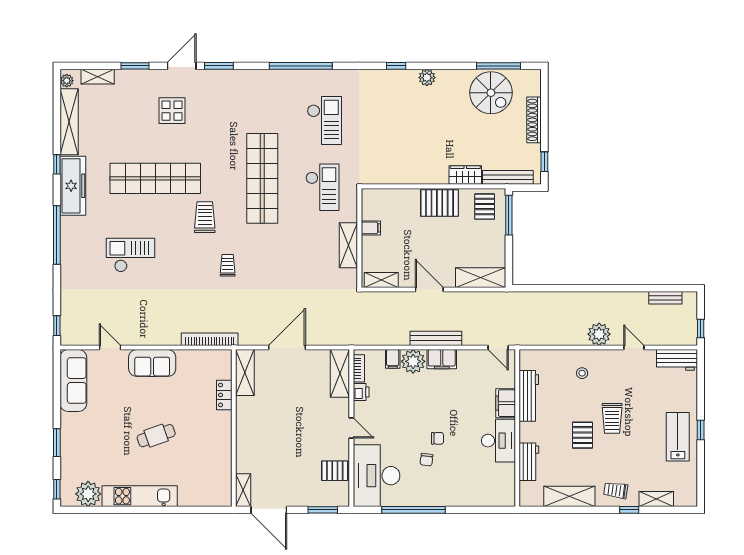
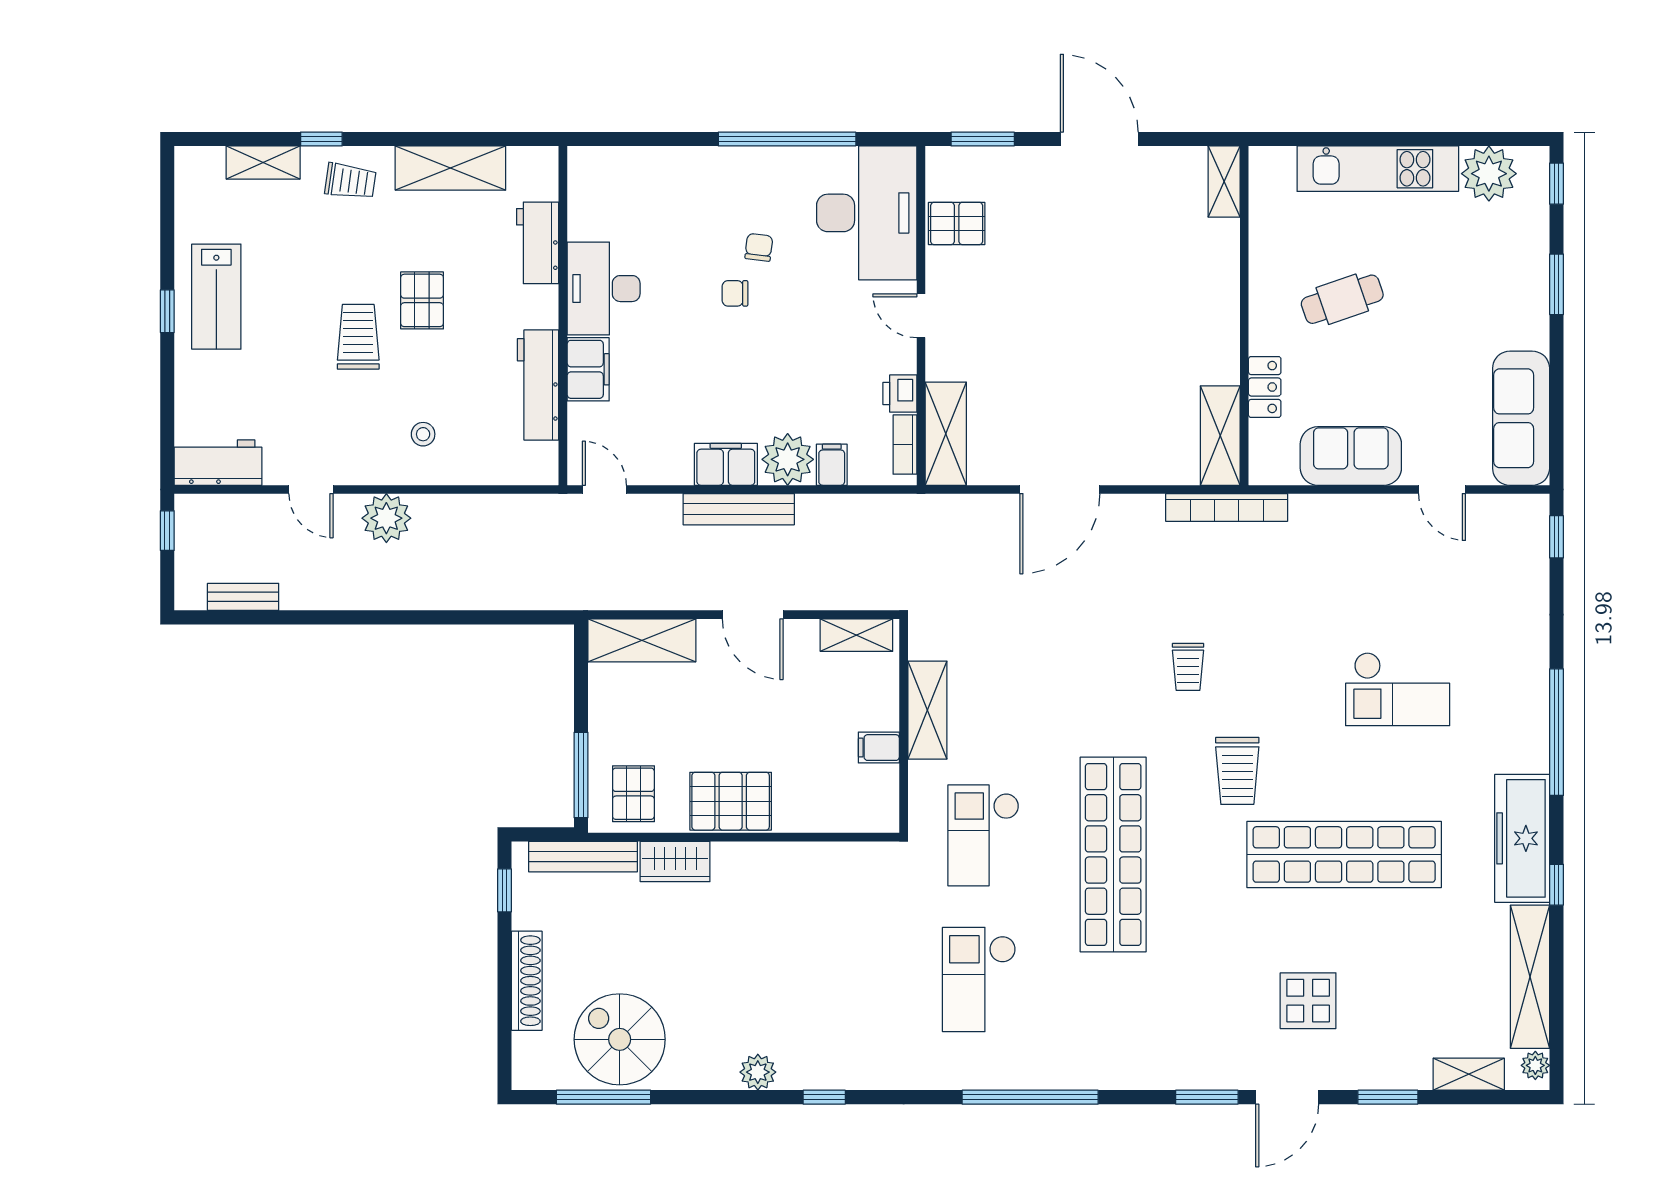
shelving: (245, 372) -> (1220, 436), moved
locker: (224, 395) -> (1265, 387), moved
wall: (234, 428) -> (1244, 316), moved
shelving: (243, 490) -> (1224, 182), moved

